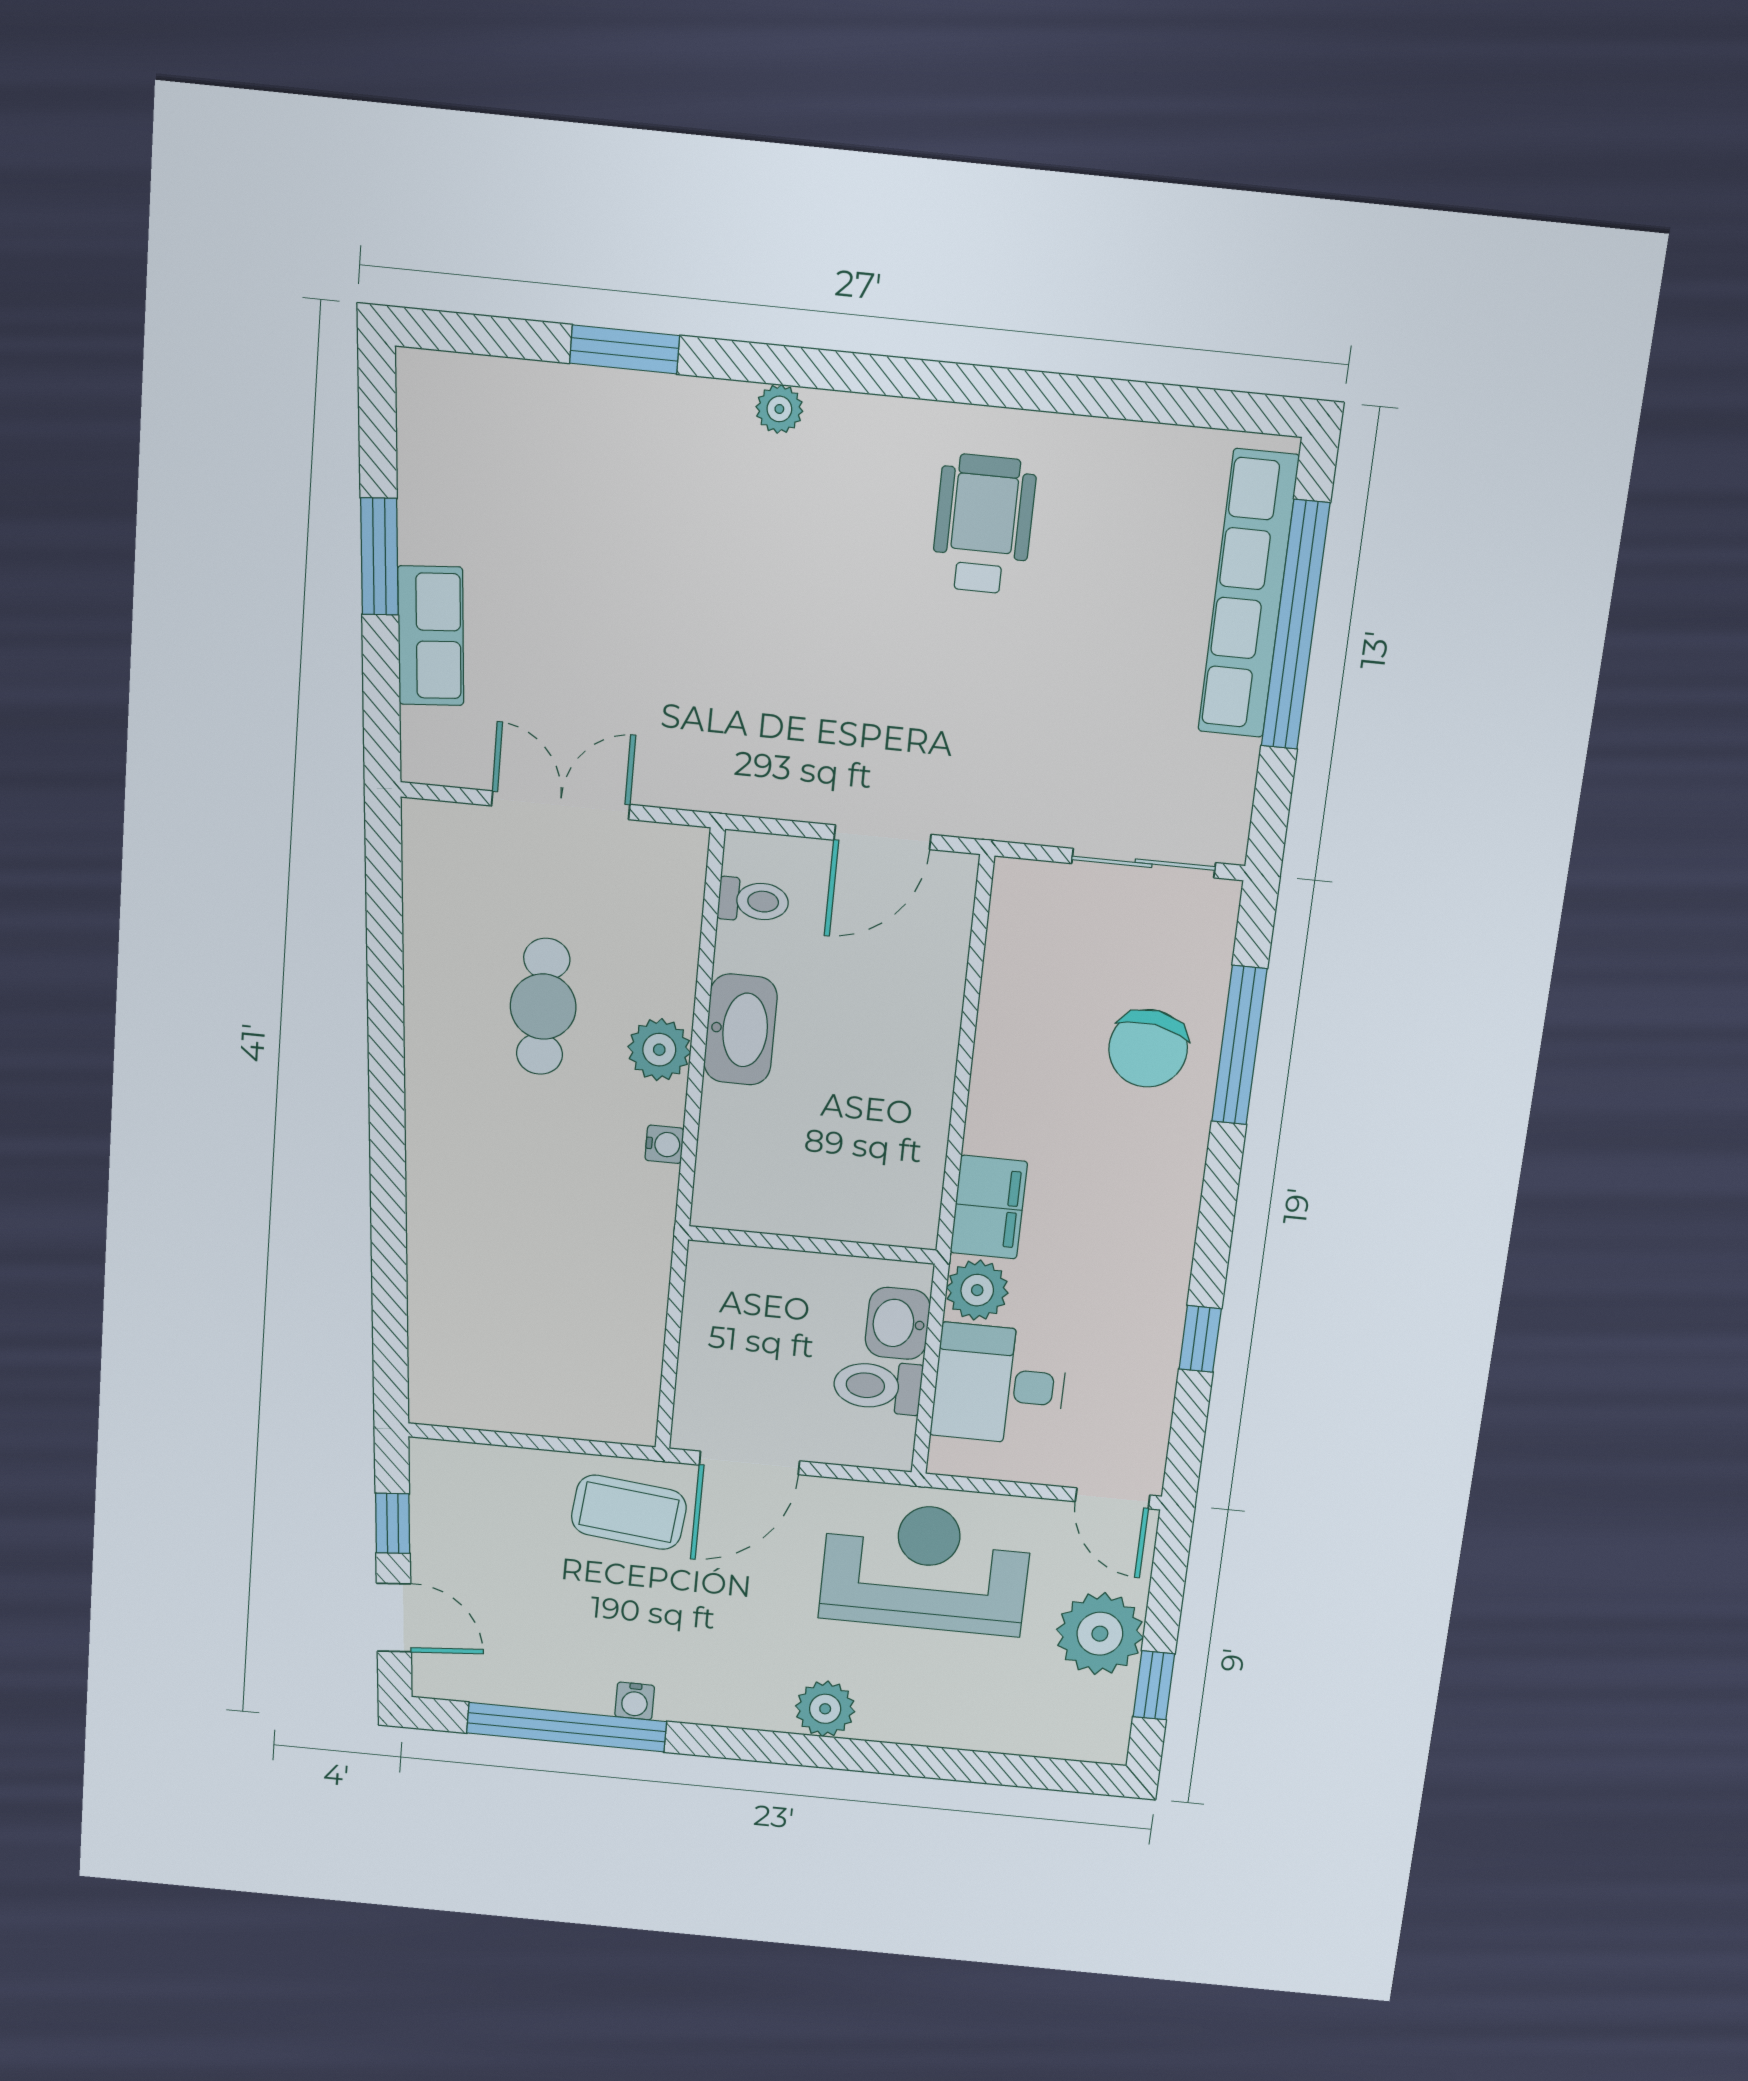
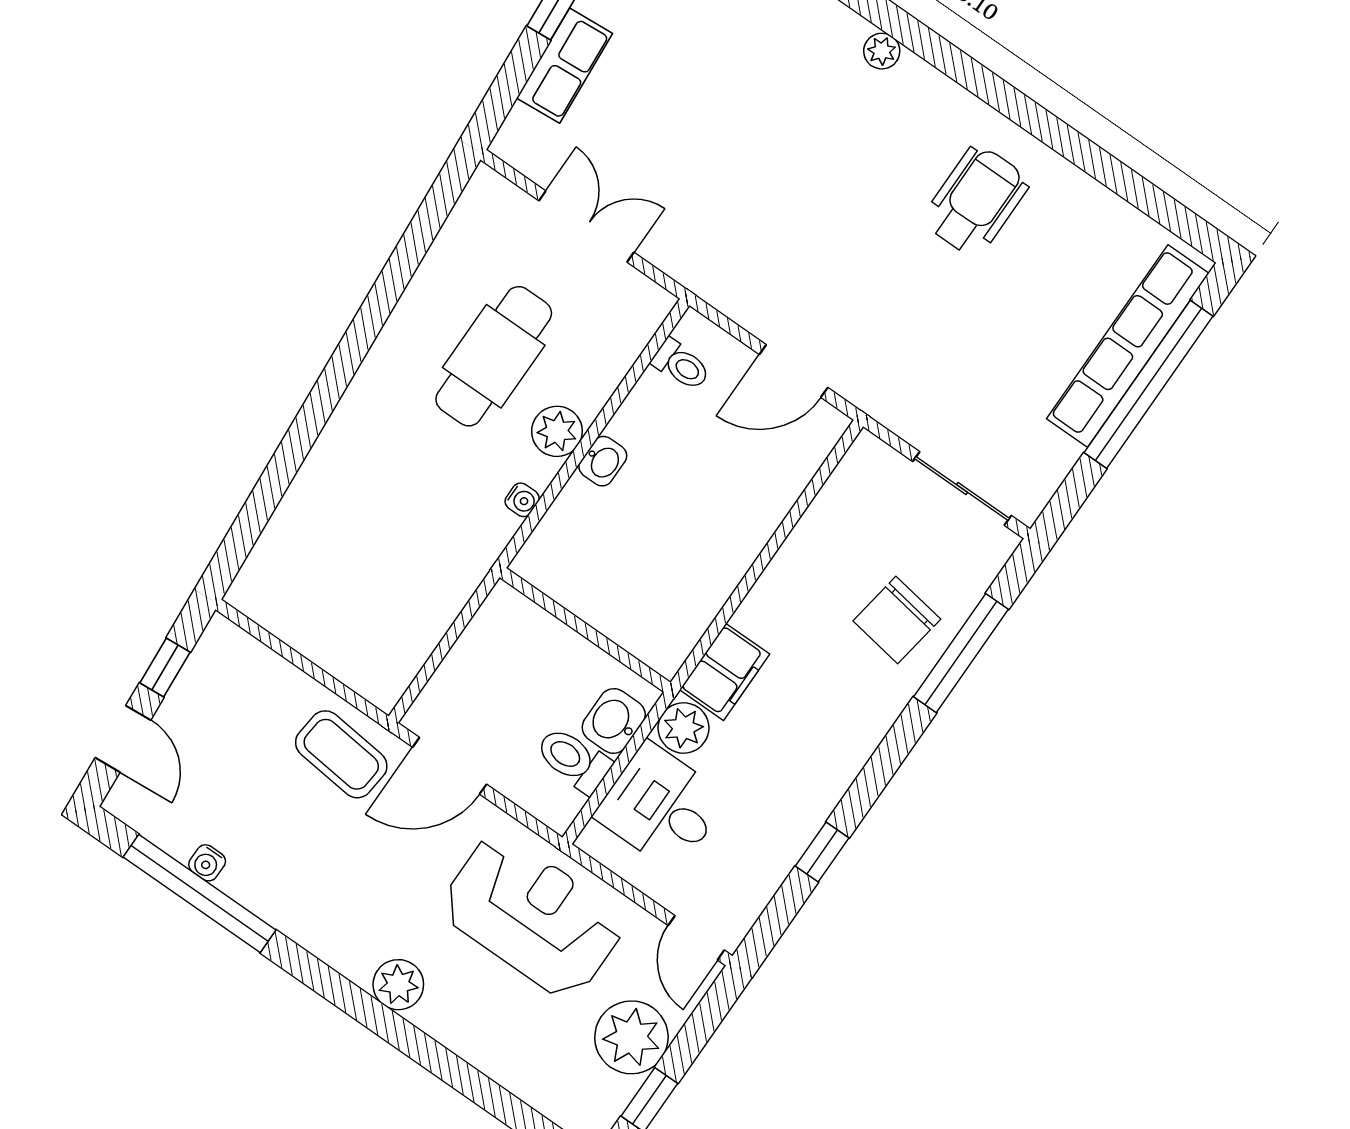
cafe table: (543, 1007) -> (494, 356), width x1.37, depth x1.35
washbasin: (740, 1029) -> (603, 461), width x0.52, depth x0.69
water cooler: (635, 1701) -> (207, 863), moved

